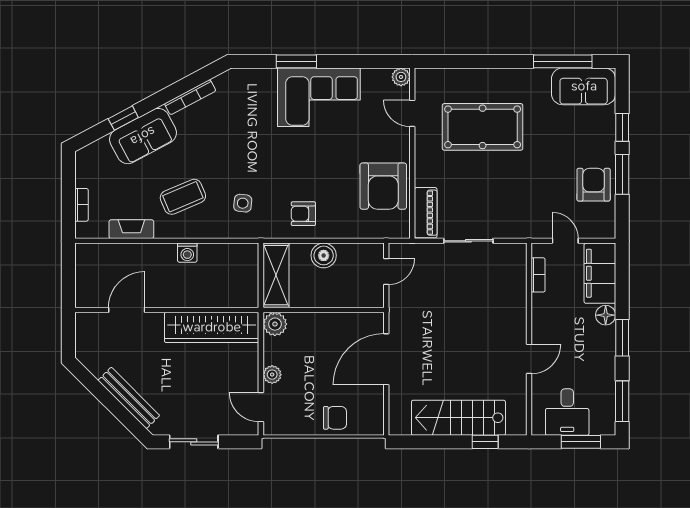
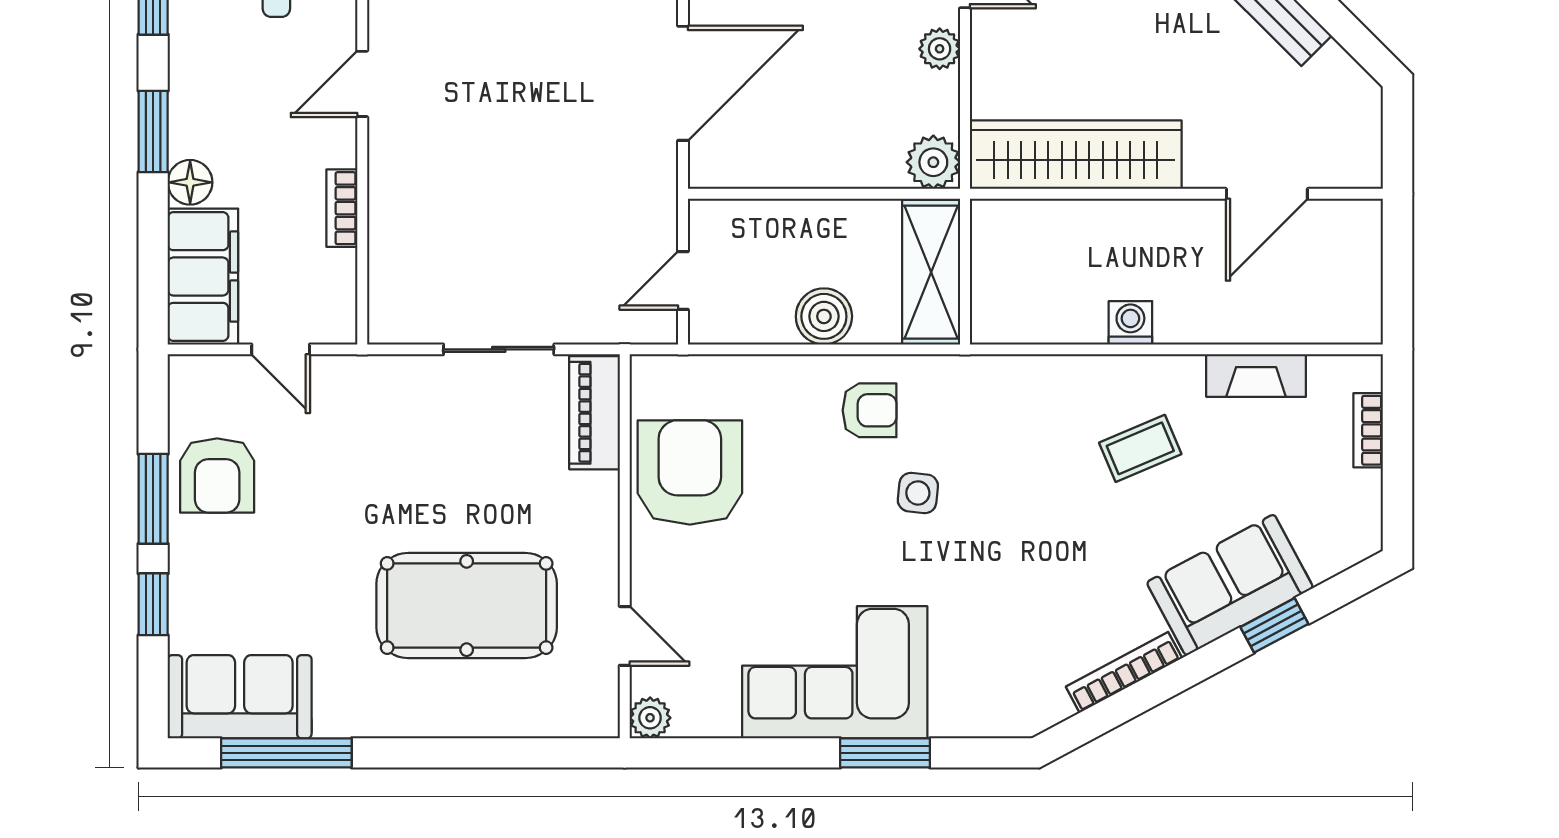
coffee table: (183, 197) -> (1140, 448), width x0.73, depth x0.77
side table: (243, 203) -> (918, 493), moved
bookcase: (538, 275) -> (342, 208), moved

